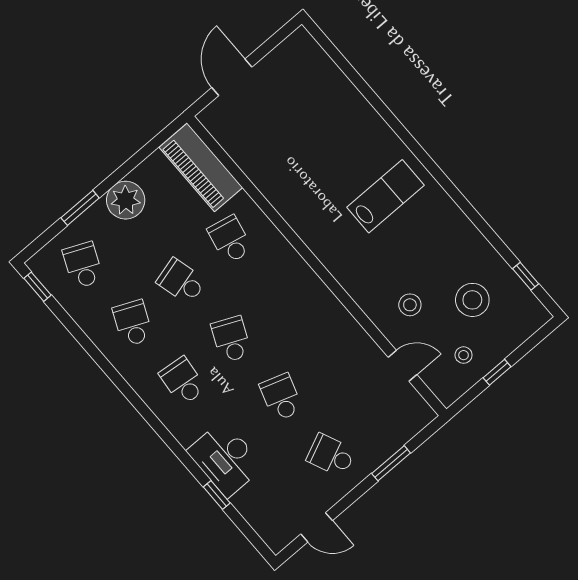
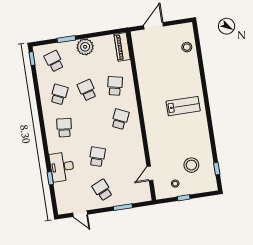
piano: (201, 167) -> (122, 47), width x0.73, depth x0.75
school desk: (83, 265) -> (54, 61), turned -42
stool: (410, 305) -> (187, 47), moved
school desk: (231, 339) -> (120, 119), moved
door: (403, 366) -> (150, 173), swing flipped

